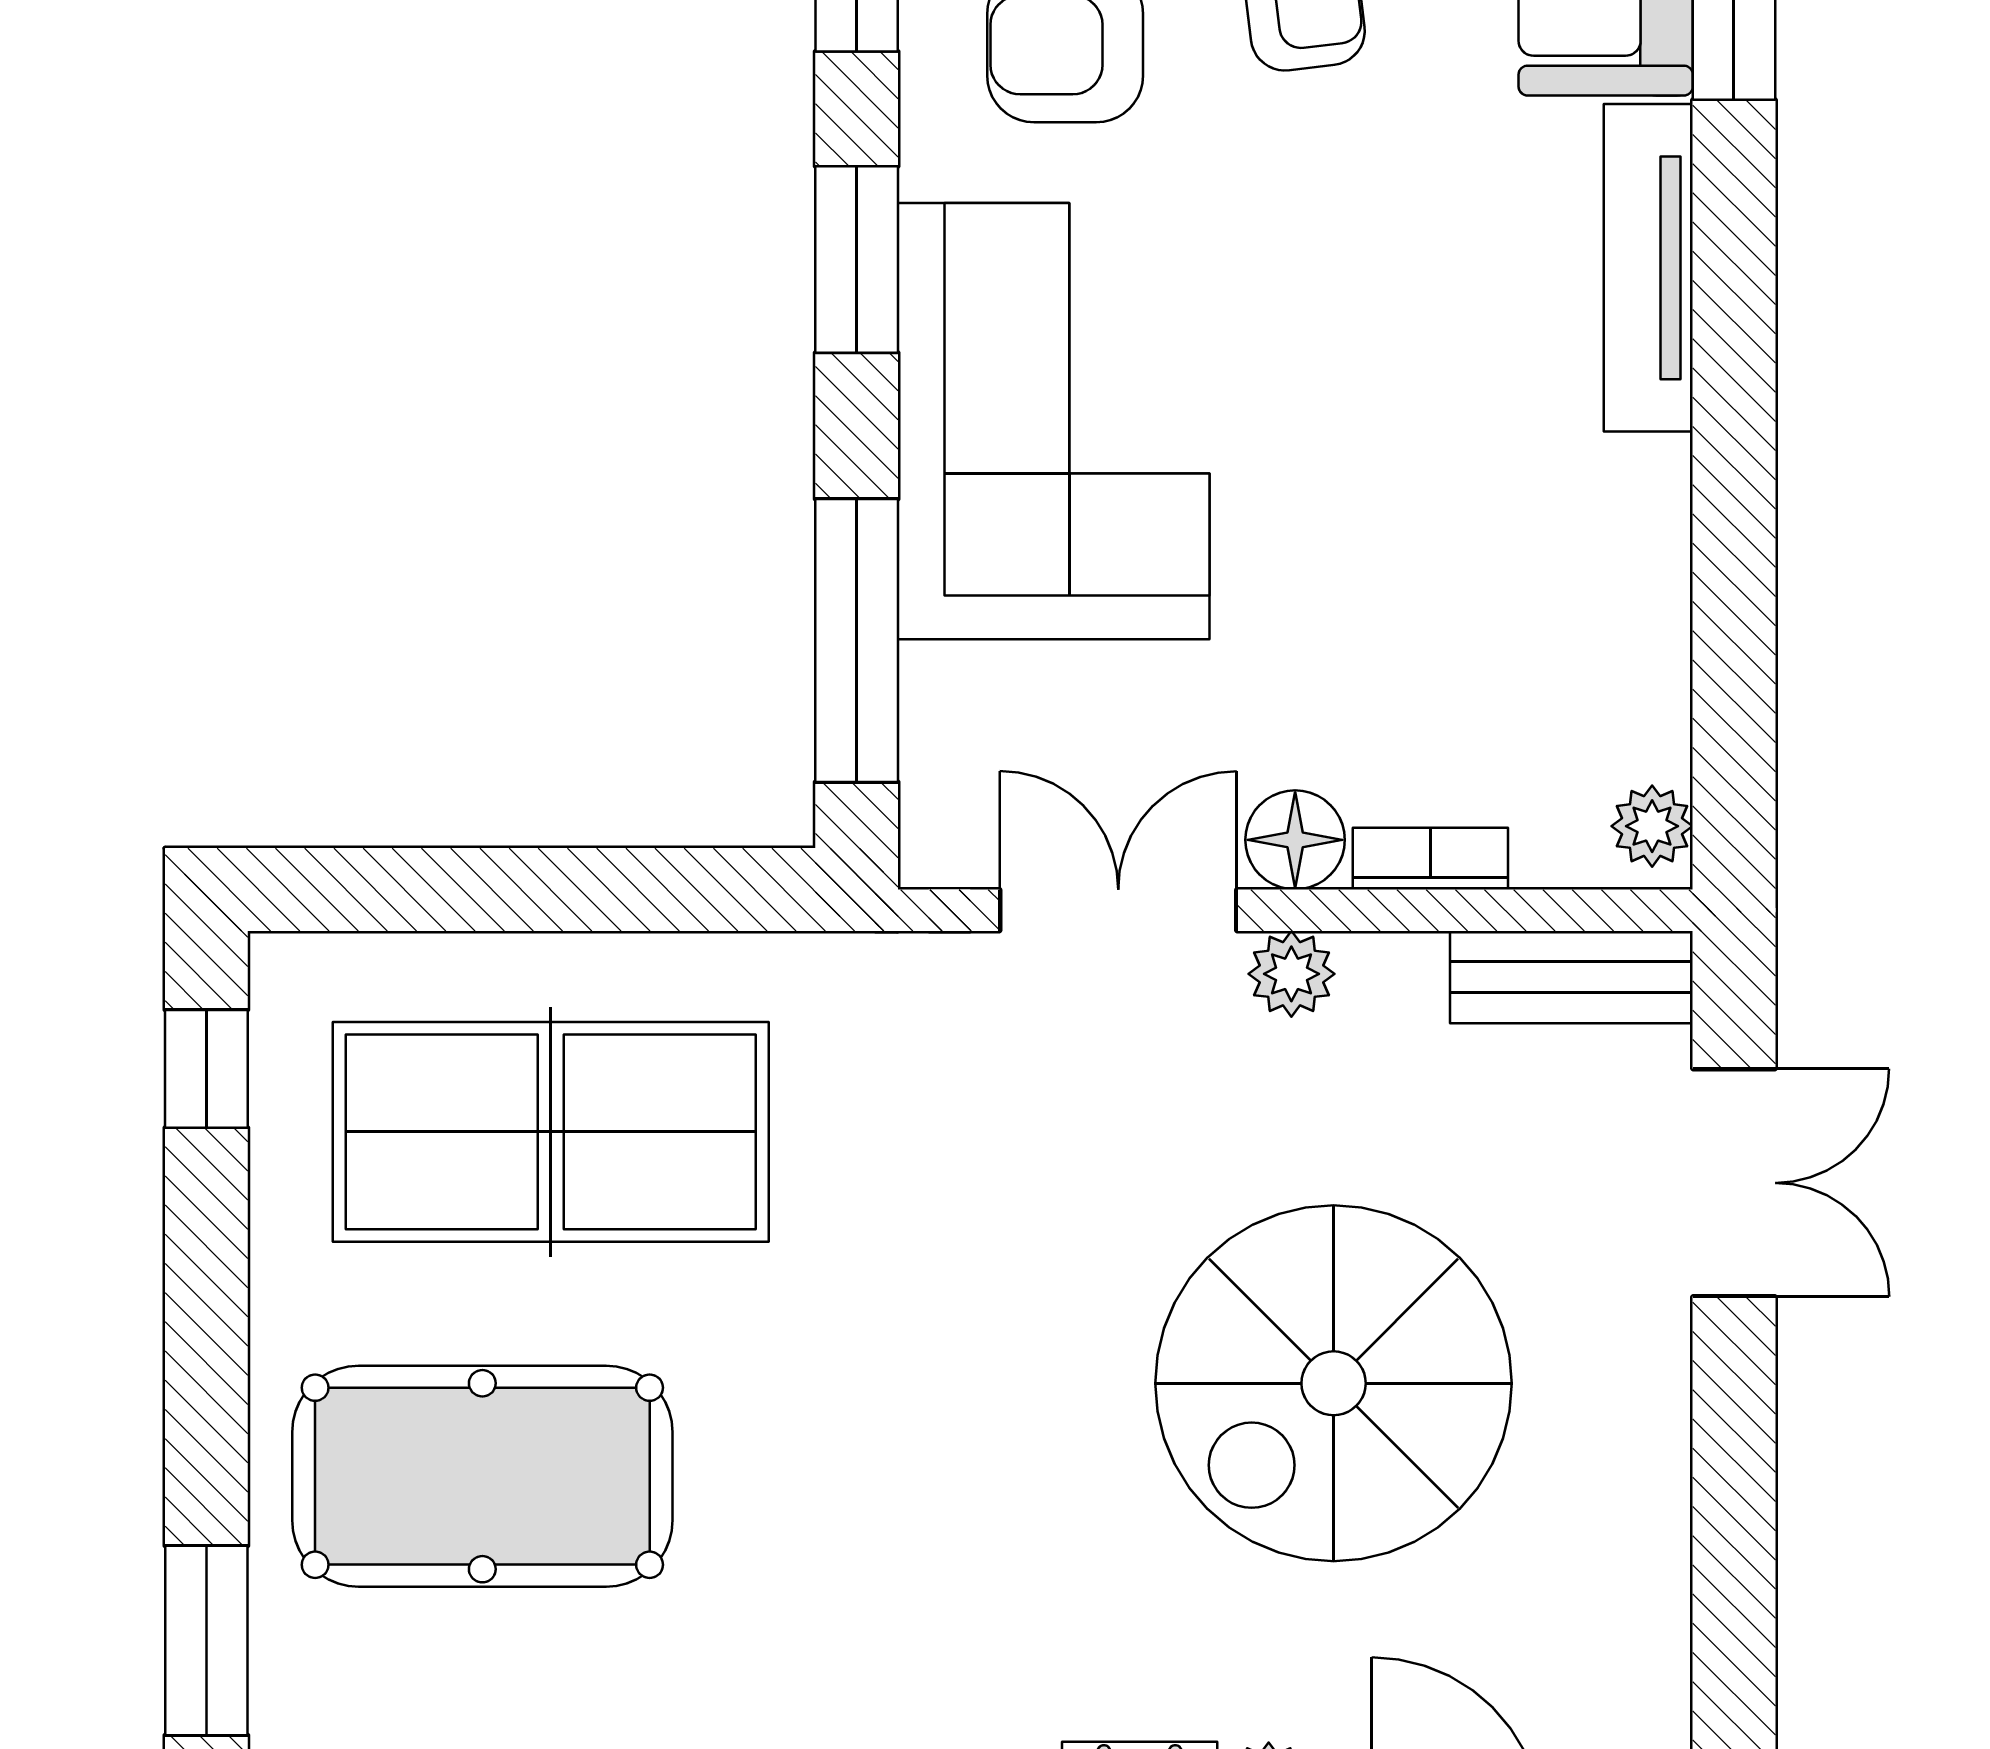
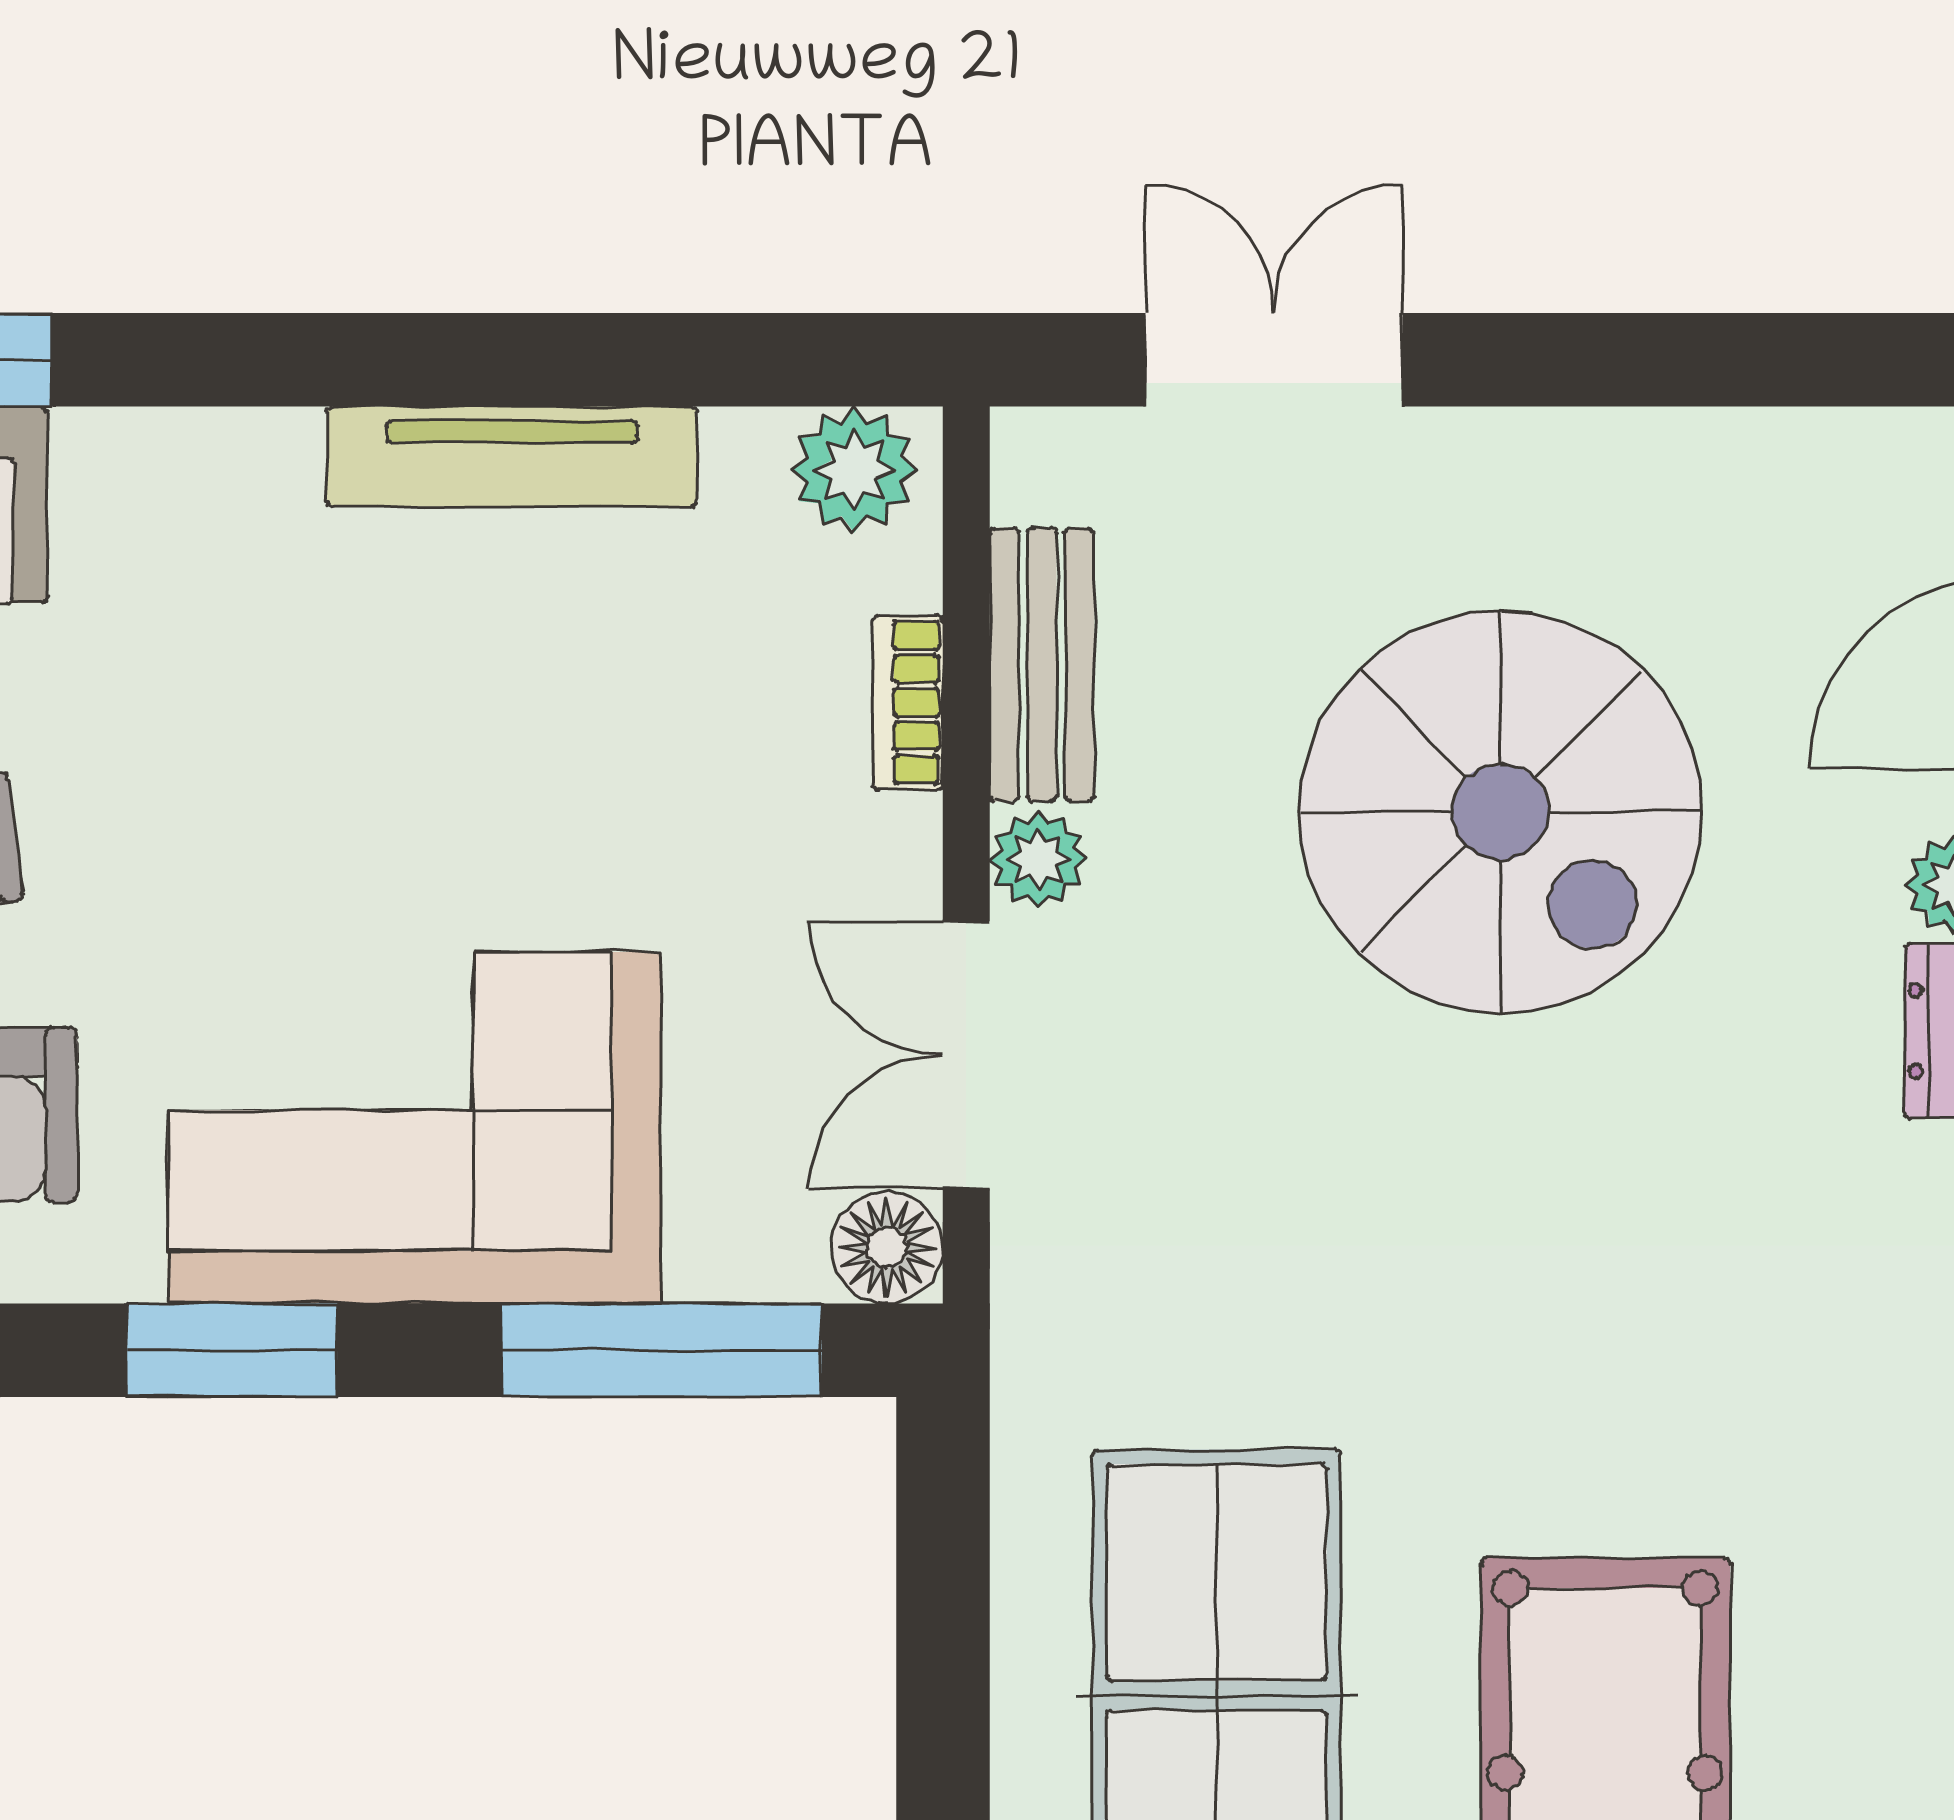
tv unit: (1648, 268) -> (512, 457), moved
plant: (1652, 826) -> (854, 470), width x1.38, depth x1.38
floor lamp: (1295, 840) -> (887, 1248), moved
bench: (1571, 977) -> (1042, 665), moved

